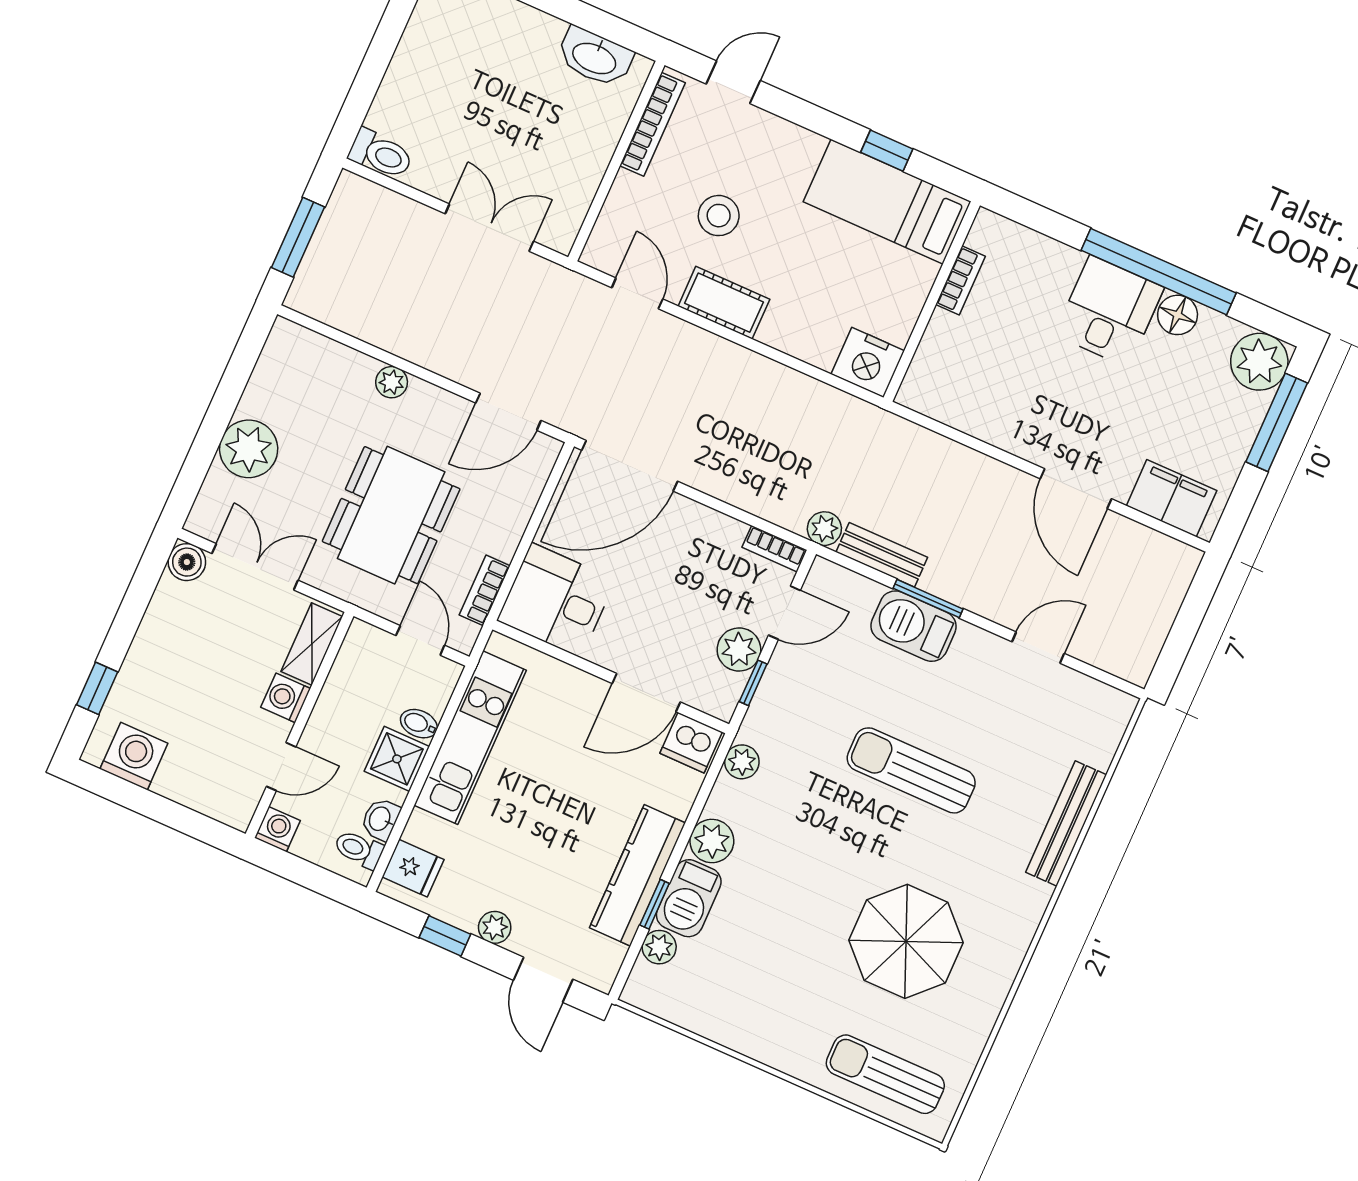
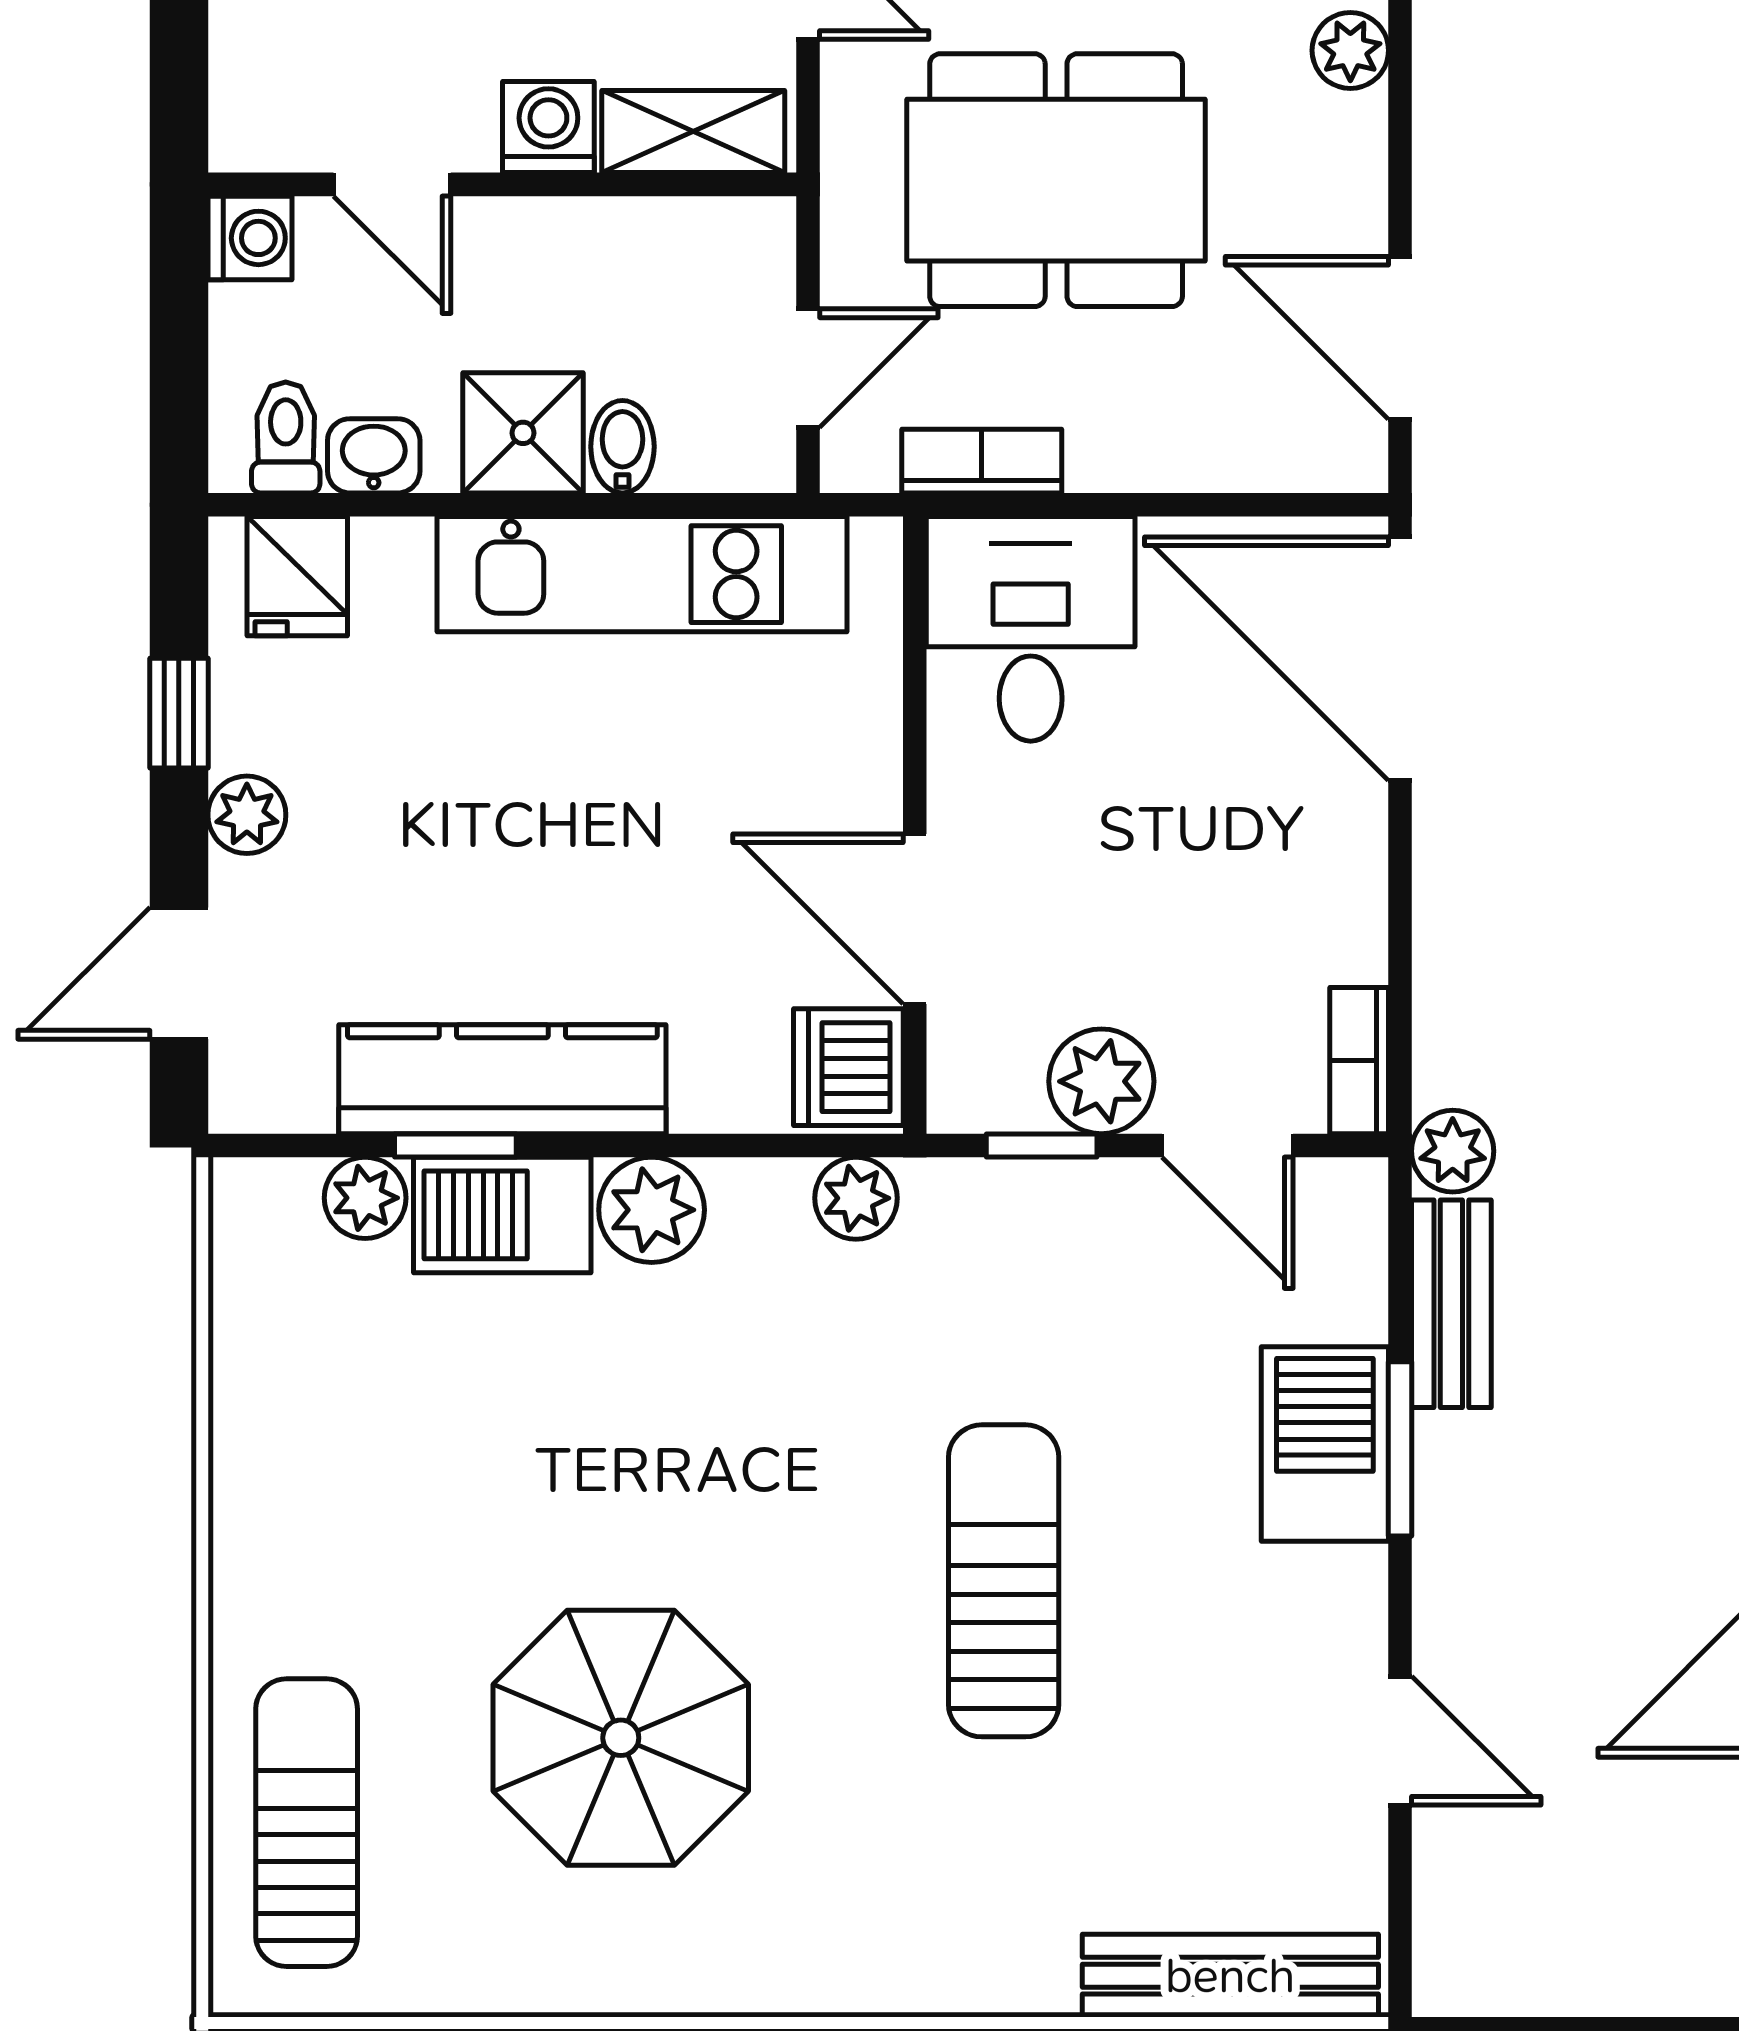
bench: (1066, 823) -> (1230, 1976), moved

